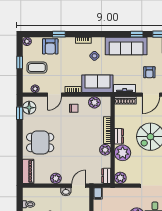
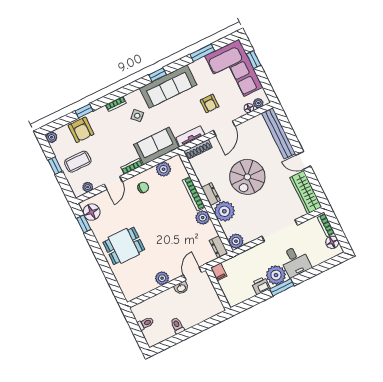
window: (137, 34) -> (158, 75), moved
piano: (28, 171) -> (126, 286), removed

